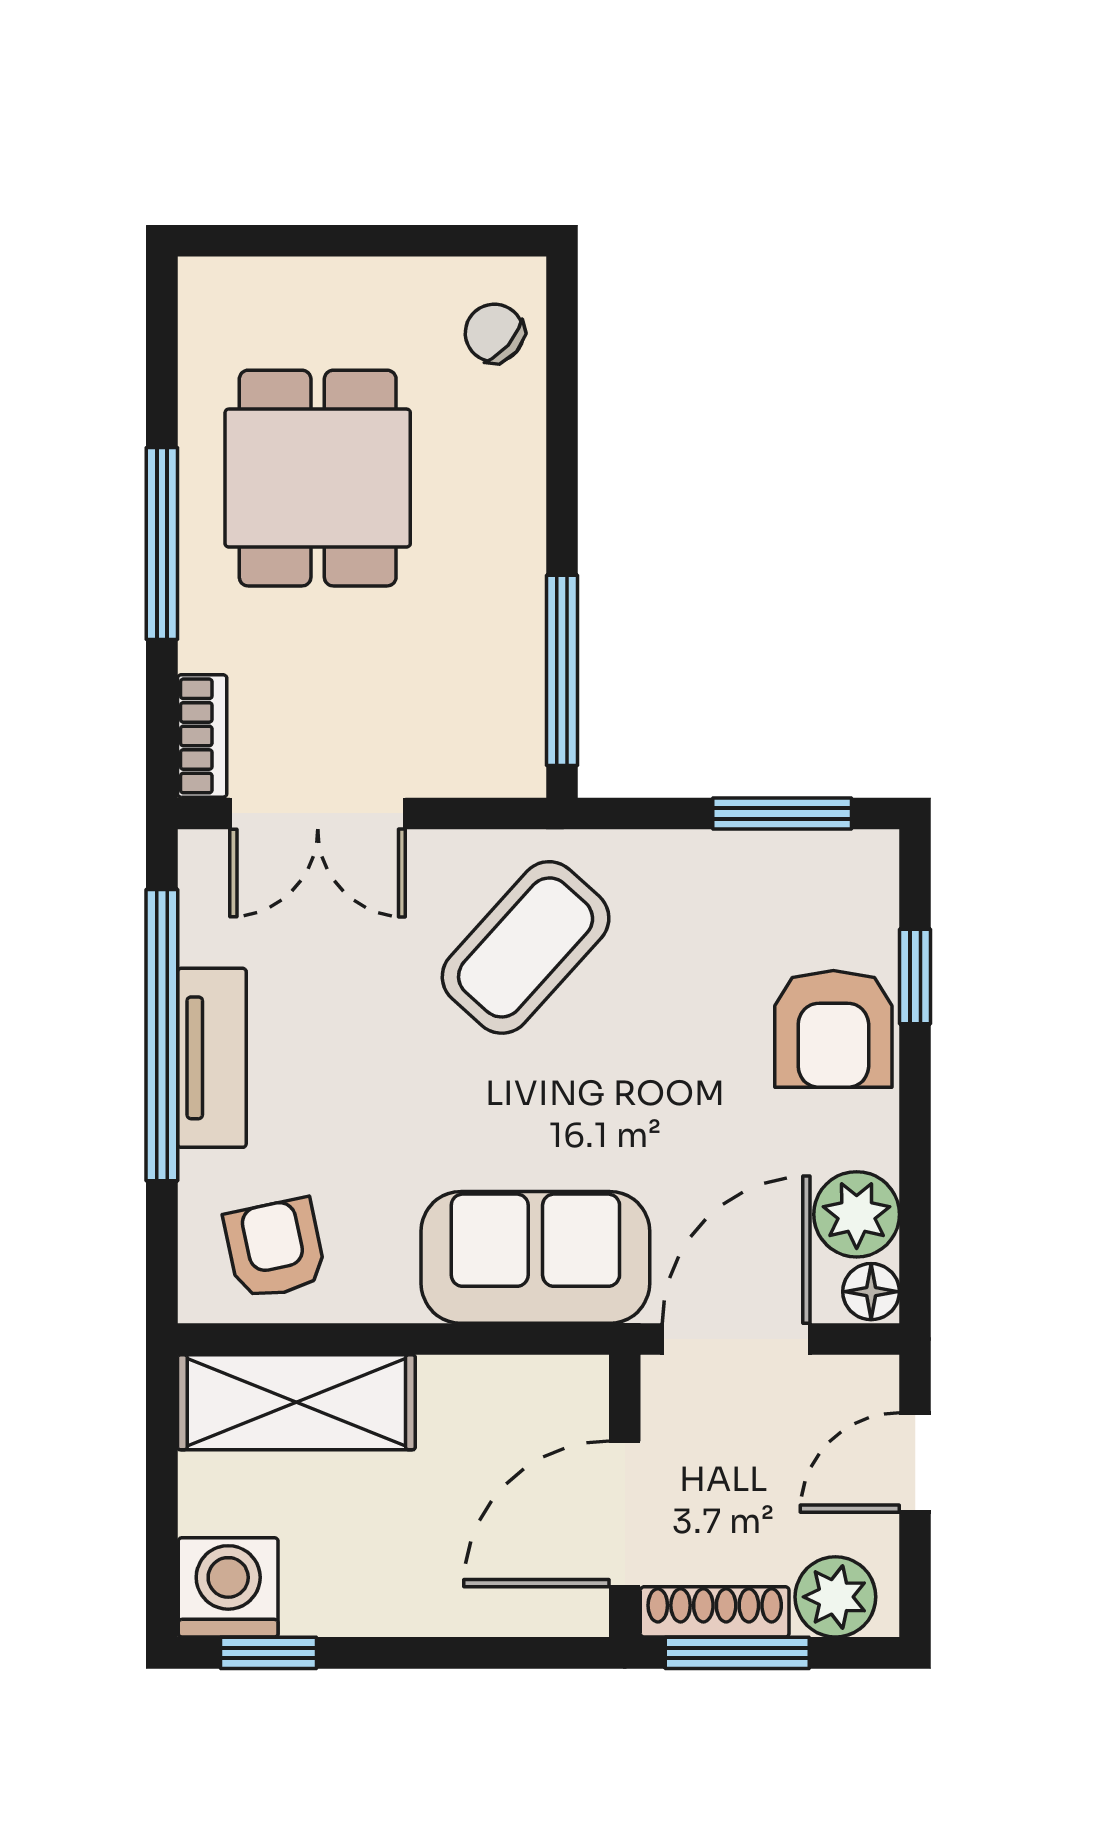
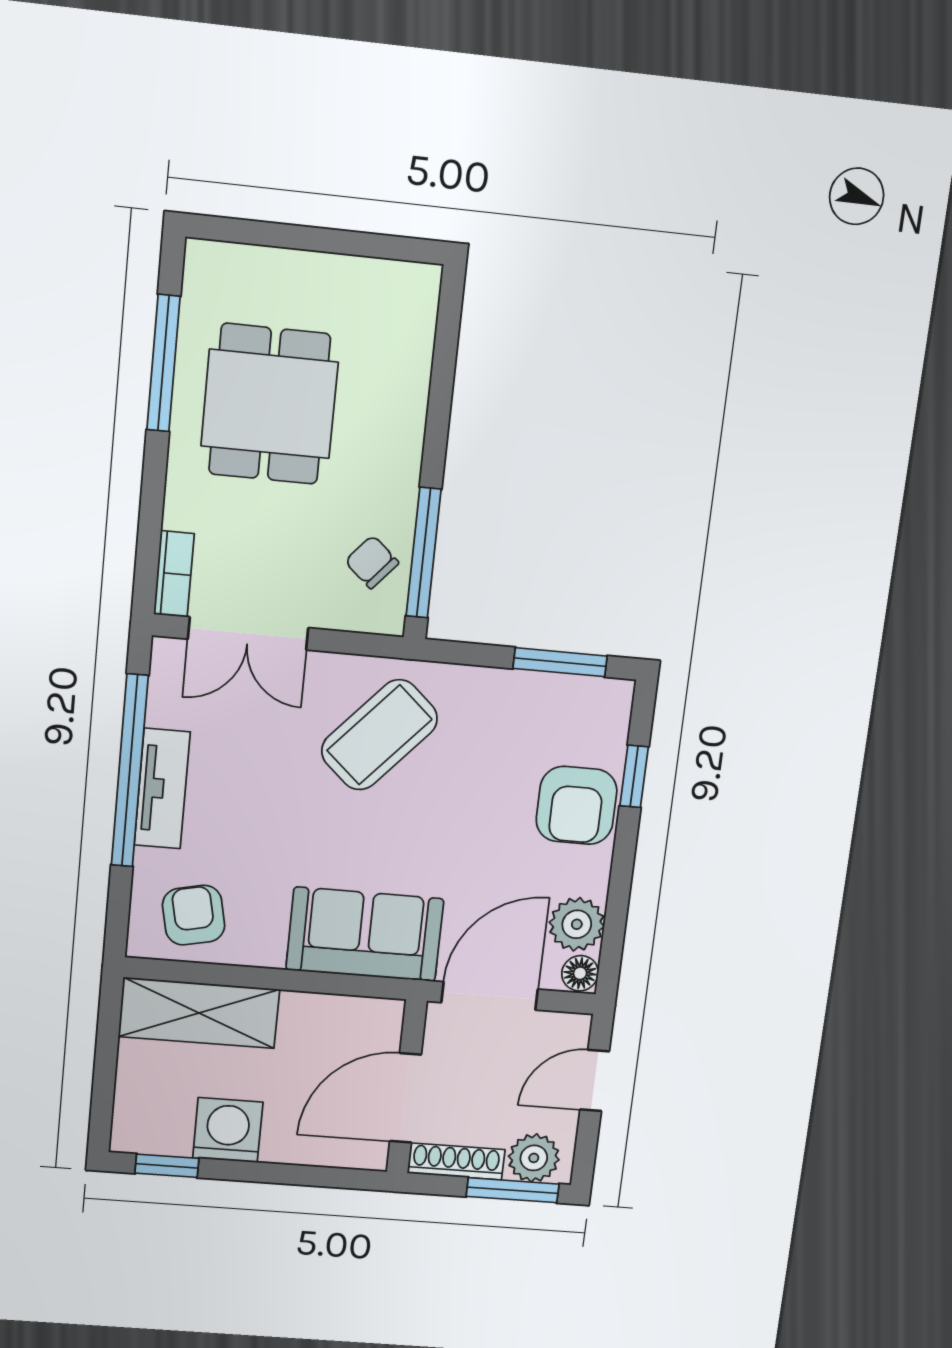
chair: (494, 333) -> (372, 562), moved
window: (162, 543) -> (163, 363), moved
washing machine: (228, 1587) -> (228, 1130), moved
window: (737, 1653) -> (513, 1190), moved

